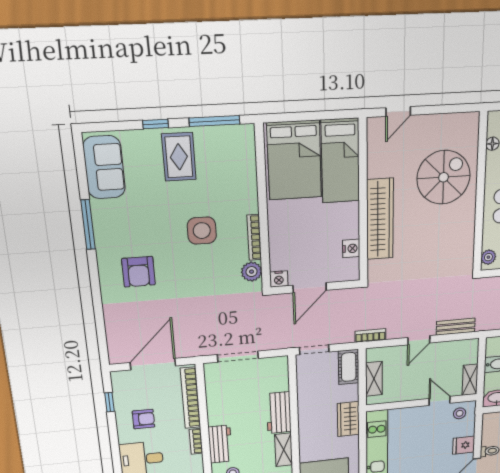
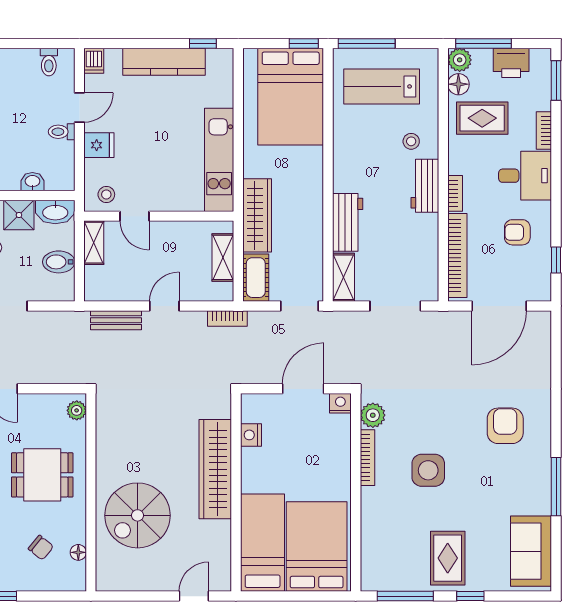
wardrobe: (348, 419) -> (257, 215), width x1.50
shelving: (284, 450) -> (343, 277), moved

